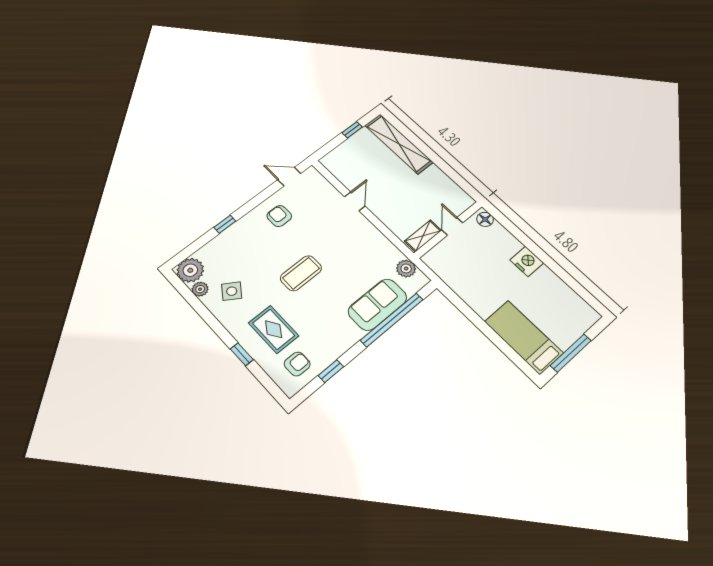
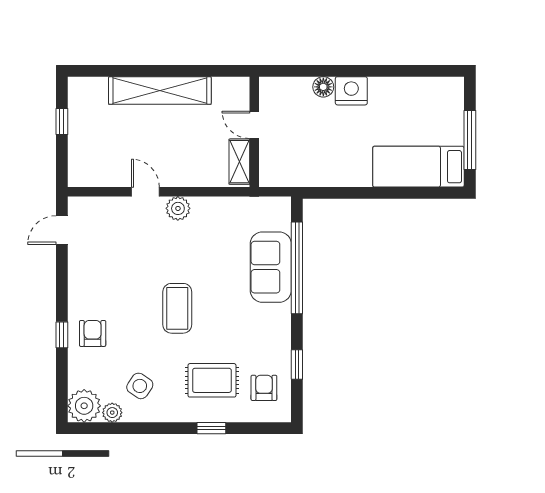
shelving: (399, 144) -> (160, 91), moved
armchair: (279, 216) -> (93, 333), moved, turned 90
floor lamp: (485, 219) -> (323, 87), moved
plant: (406, 269) -> (178, 208), moved

